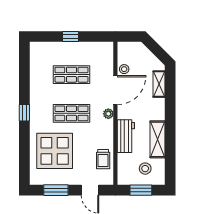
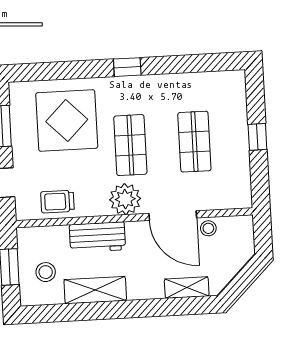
plant: (108, 114) -> (125, 199), width x1.87, depth x1.87

